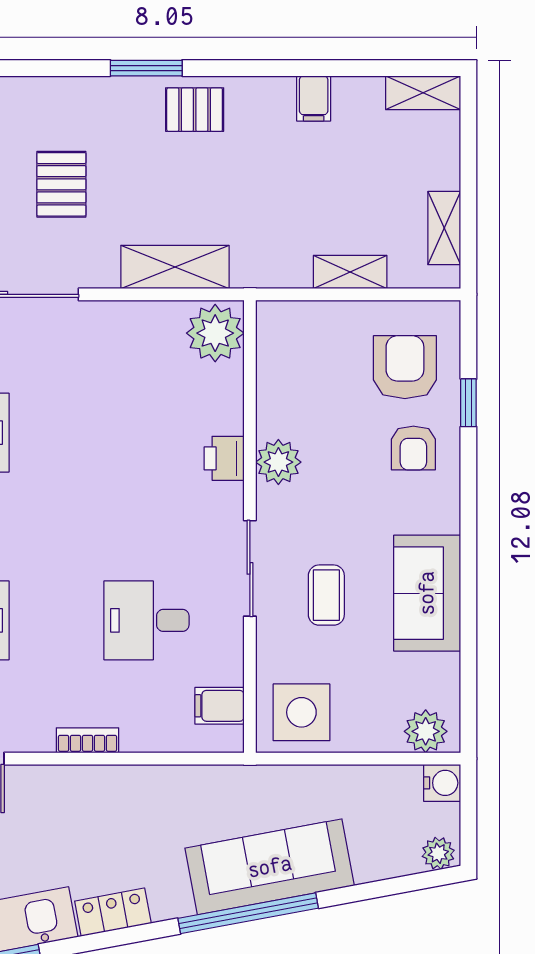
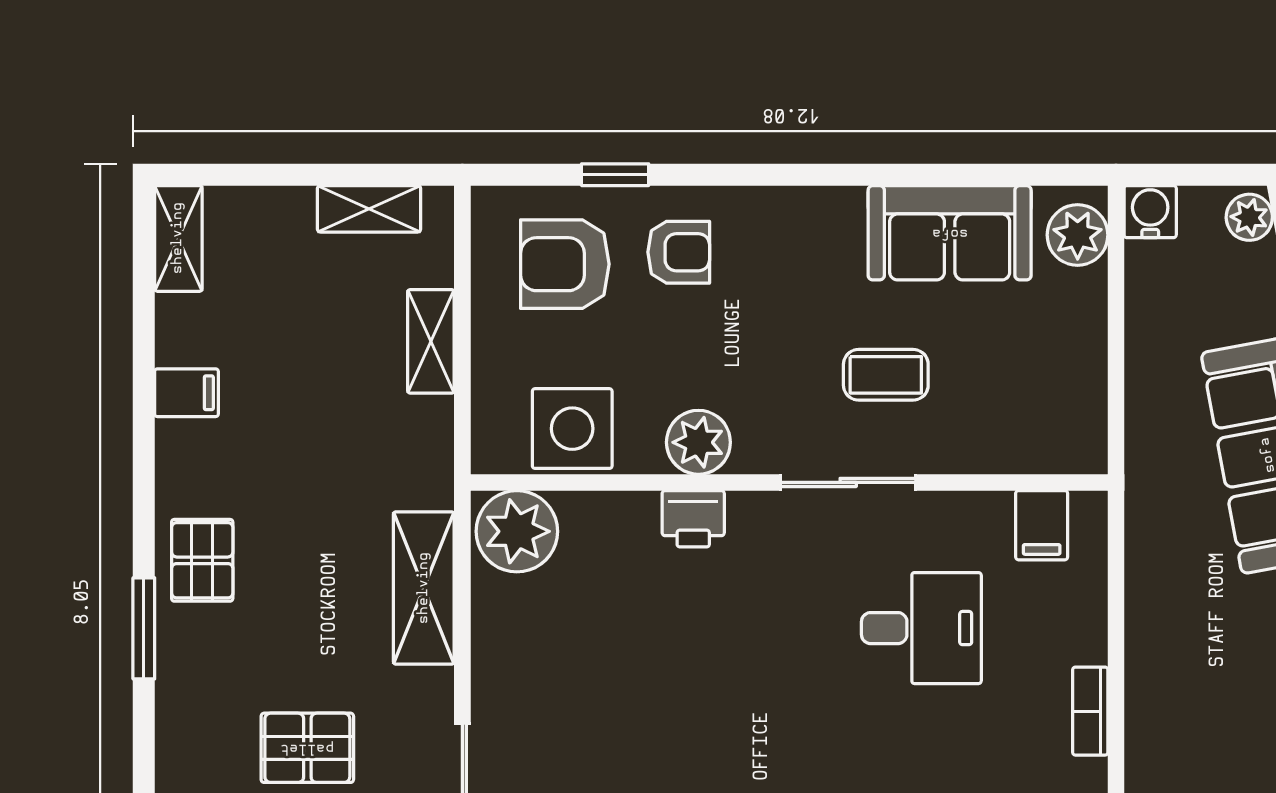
sofa: (427, 593) -> (950, 233), moved
desk: (146, 620) -> (921, 628), turned -90
side table: (301, 712) -> (572, 429), moved

